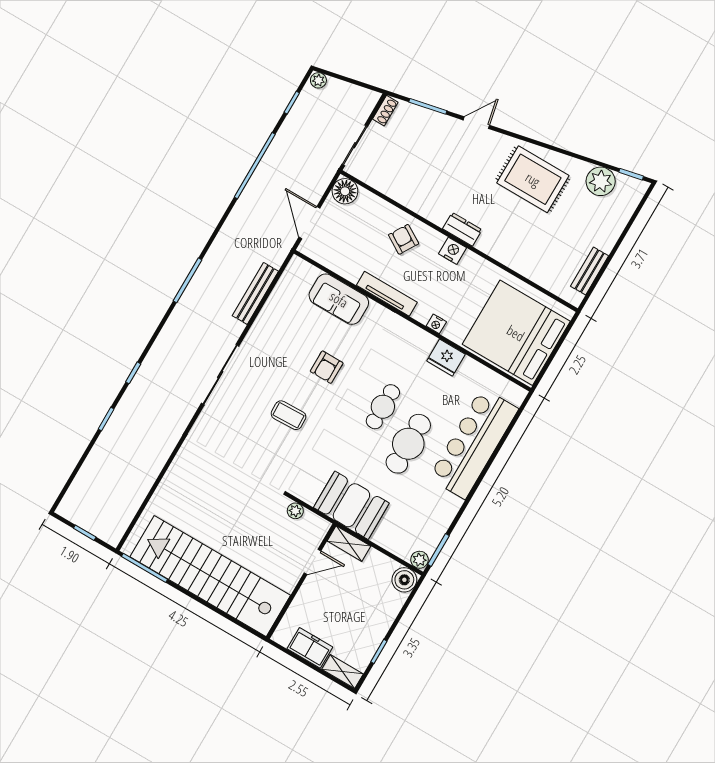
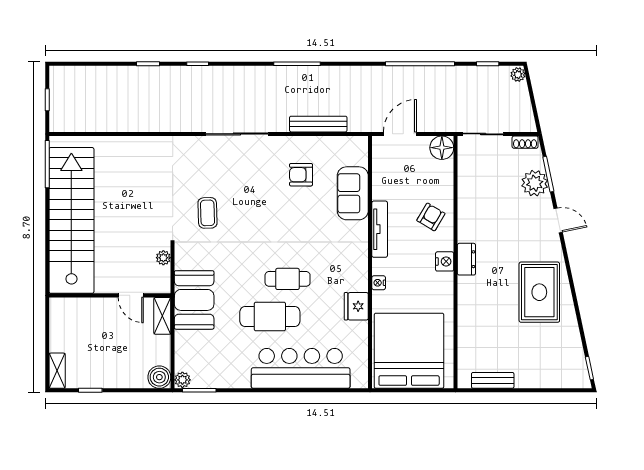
plant: (601, 181) -> (535, 183), moved
armchair: (327, 367) -> (301, 175), moved
coffee table: (288, 415) -> (207, 213), moved
freezer: (310, 648) -> (61, 334), removed

